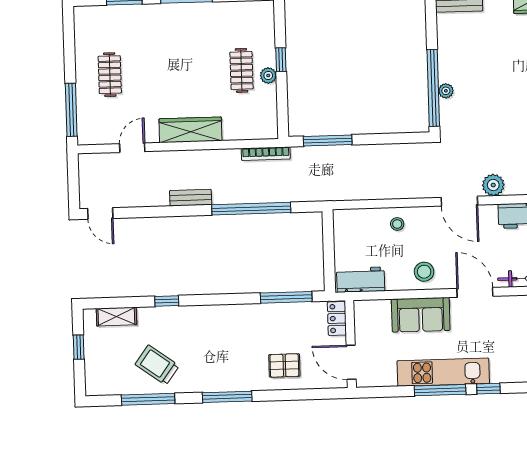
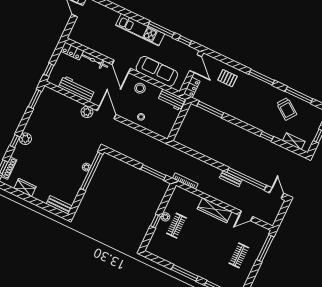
window: (251, 209) -> (247, 179), moved
sofa: (421, 315) -> (157, 71), width x1.36
kitchen unit: (443, 372) -> (140, 30), moved
window: (488, 389) -> (185, 41), moved

